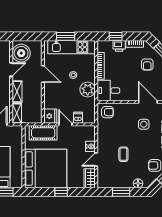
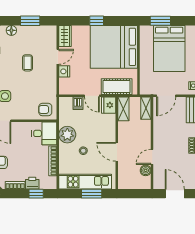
boiler: (21, 53) -> (146, 170), width x0.54, depth x0.54
shelving: (17, 92) -> (123, 109), moved

